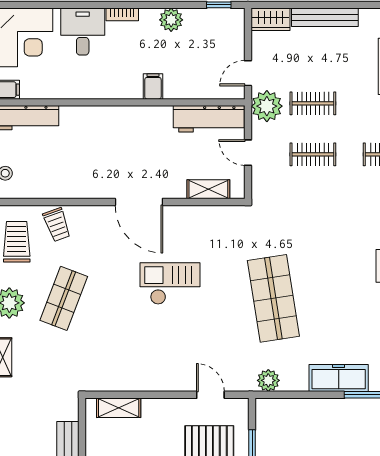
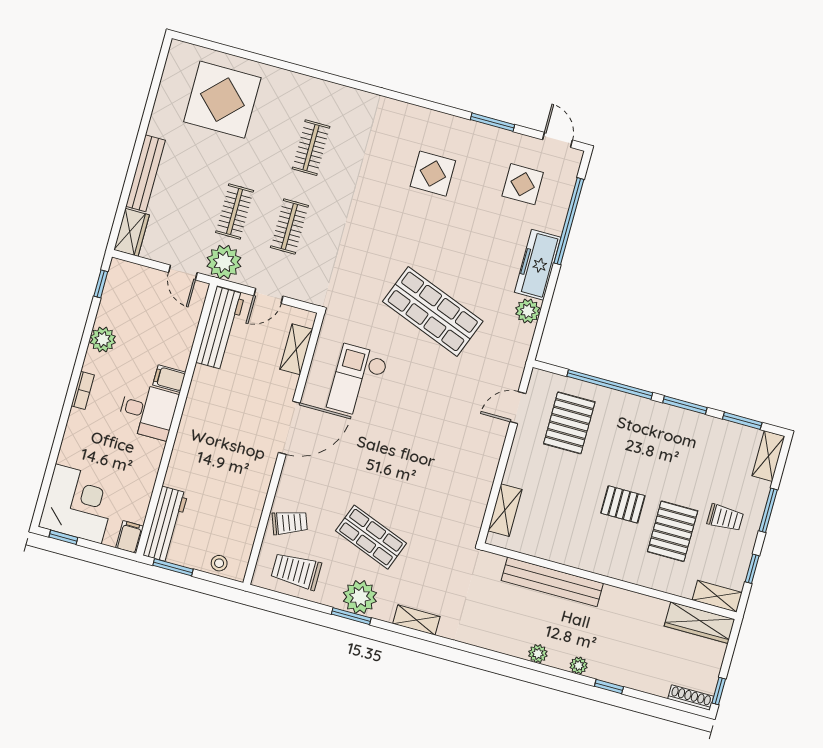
desk: (83, 32) -> (148, 411), moved, turned 180
checkout: (170, 284) -> (358, 381), moved
shop shelf: (273, 298) -> (433, 311), turned 30
plant: (268, 380) -> (528, 311), moved

